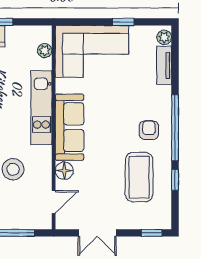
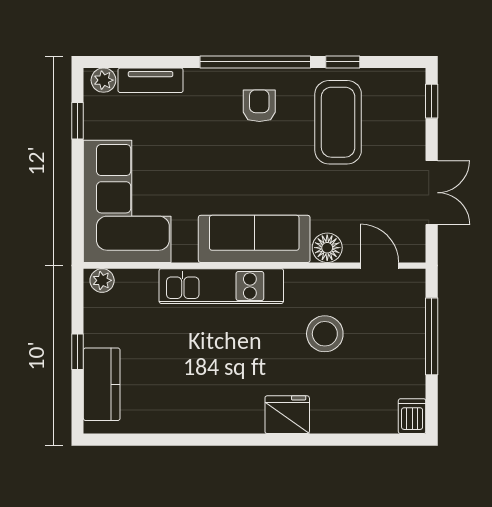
window: (123, 22) -> (78, 121), moved
plant: (45, 51) -> (102, 280), moved
armchair: (149, 130) -> (259, 106), turned 90
coffee table: (139, 177) -> (338, 122), turned 90

